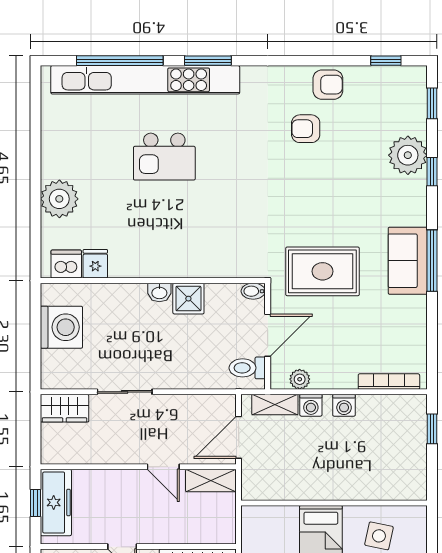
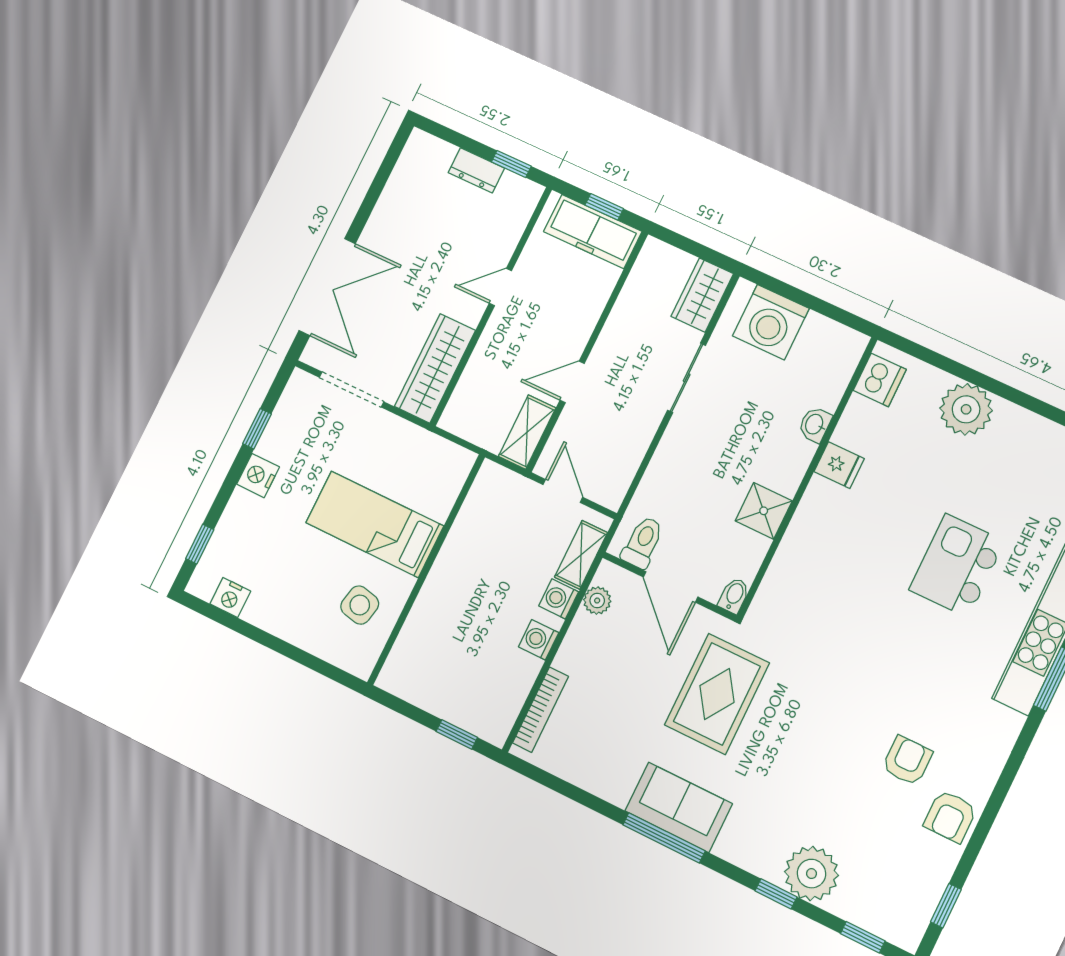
fridge: (95, 264) -> (839, 465), moved
washbasin: (159, 292) -> (815, 424), moved
washing machine: (61, 327) -> (771, 322), moved
door: (239, 437) -> (563, 491), width x0.73

